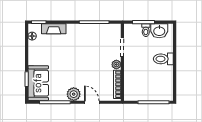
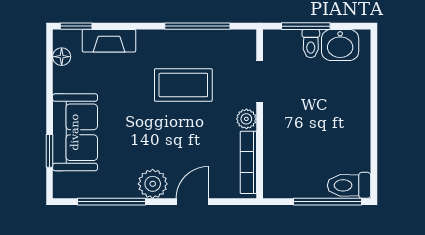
coffee table: (88, 49) -> (183, 85), added
toilet: (163, 59) -> (349, 185), moved
sofa: (38, 83) -> (75, 132), moved
door: (92, 102) -> (192, 202), hinge flipped

